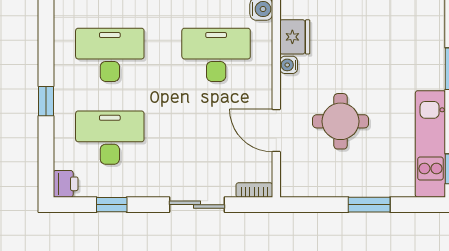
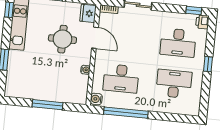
fridge: (295, 37) -> (88, 13), moved
desk: (110, 55) -> (174, 84), turned 180
window: (112, 205) -> (194, 11), moved

